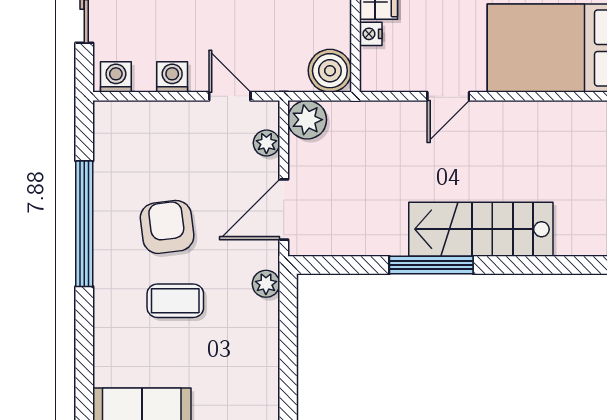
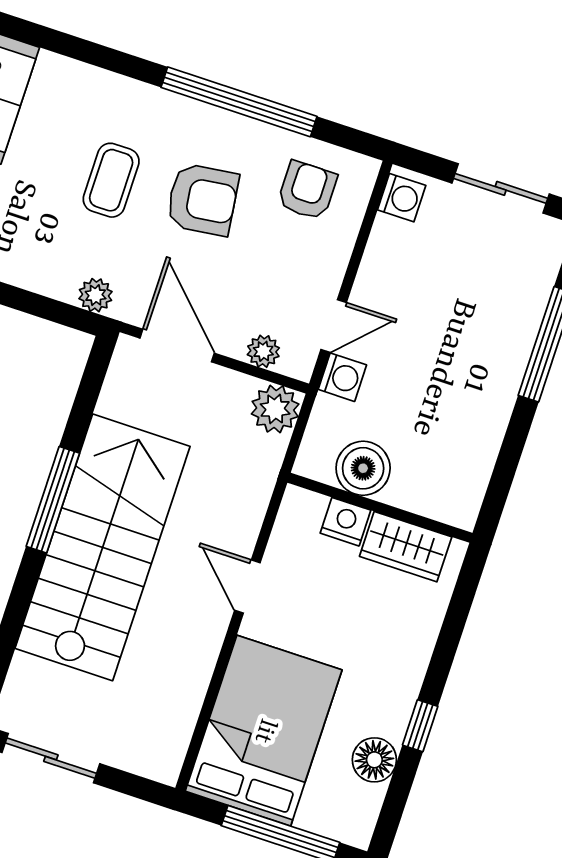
nightstand: (371, 34) -> (346, 522), width x1.39, depth x1.35
boiler: (330, 71) -> (363, 468), moved
washing machine: (172, 77) -> (342, 377), moved
armchair: (134, 150) -> (307, 190), added
stairs: (481, 229) -> (103, 547), width x1.36, depth x1.51

